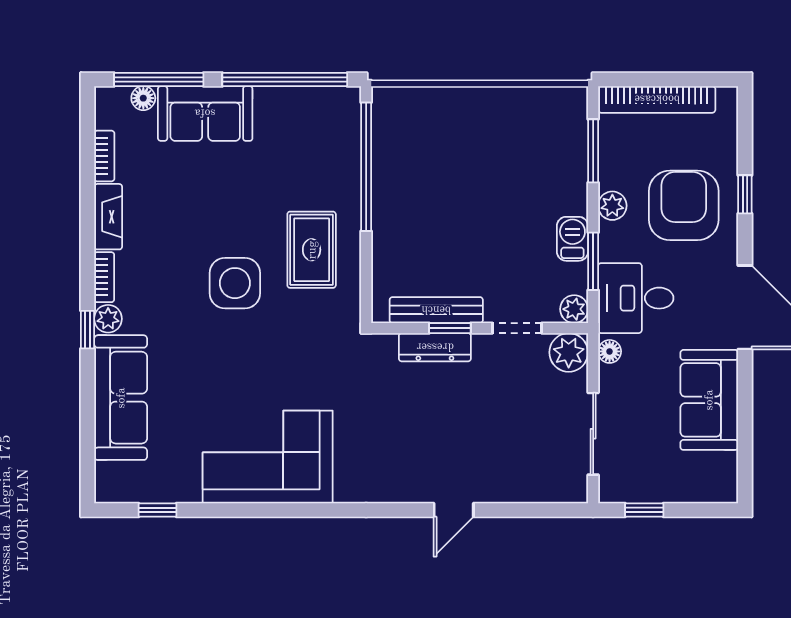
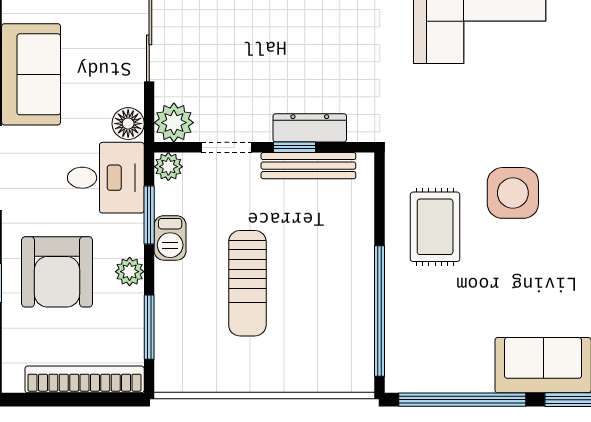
sun lounger: (496, 194) -> (247, 283), added
floor lamp: (610, 351) -> (128, 124), width x1.37, depth x1.37

